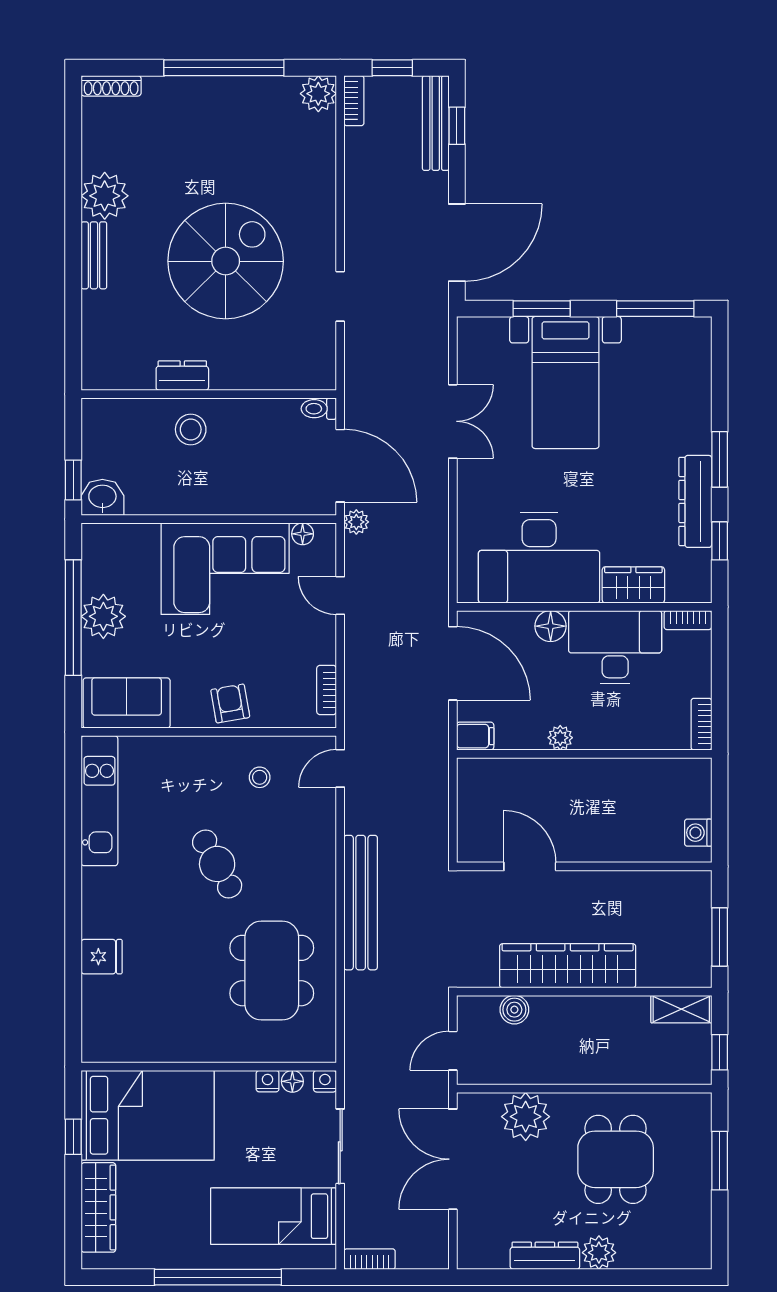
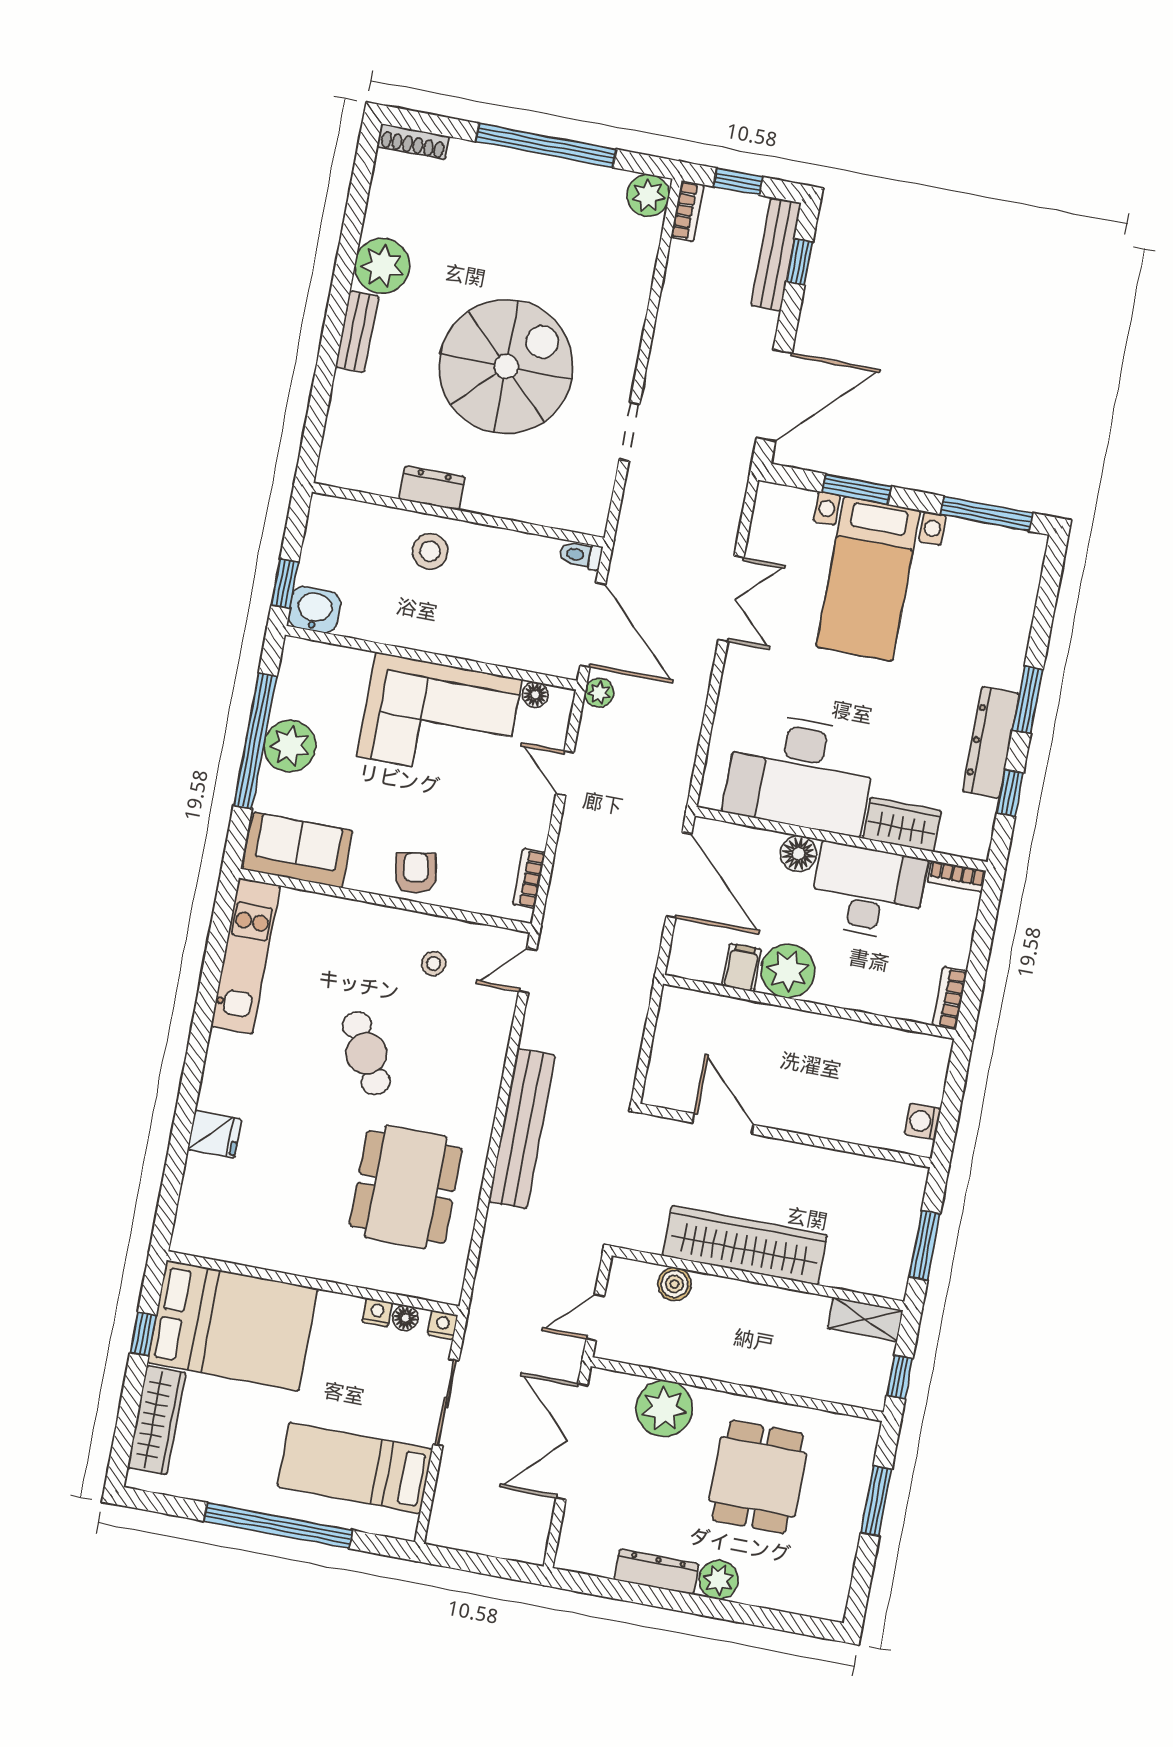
filing cabinet: (475, 736) -> (742, 968), moved, turned -90
plant: (560, 738) -> (788, 971), width x1.87, depth x1.87
bookcase: (370, 1259) -> (455, 1538), removed

